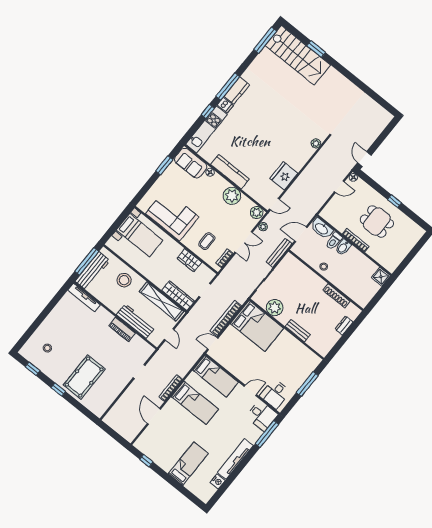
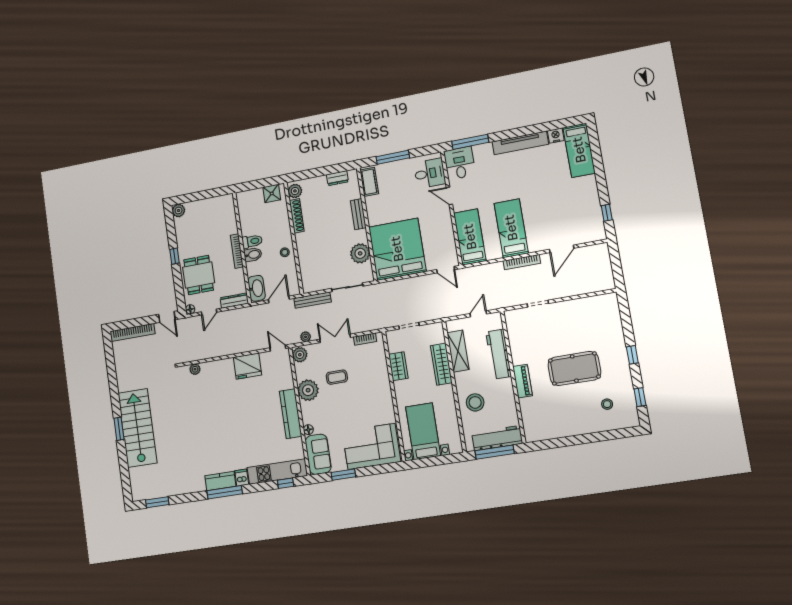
window: (265, 40) -> (157, 502), width x0.69
window: (316, 49) -> (119, 429), moved
stairs: (298, 55) -> (137, 428), moved
window: (208, 111) -> (286, 483), moved
door: (364, 159) -> (167, 317), hinge flipped
door: (339, 187) -> (209, 312), swing flipped
dresser: (329, 208) -> (234, 301), added
corner sofa: (172, 215) -> (371, 446), moved, turned 90
dining table: (377, 222) -> (199, 275), moved
plant: (418, 232) -> (179, 210), added
door: (301, 234) -> (279, 300), swing flipped
coffee table: (207, 241) -> (337, 377), moved
toilet: (334, 241) -> (252, 241), moved
shower: (381, 277) -> (272, 193), moved
wardrobe: (178, 296) -> (441, 364), moved
tv unit: (84, 298) -> (528, 420), removed
shelving: (161, 301) -> (458, 351), width x0.68
plant: (352, 310) -> (295, 191), added
bookcase: (226, 318) -> (132, 332), moved
bed: (257, 326) -> (397, 249), width x1.36
dresser: (344, 326) -> (337, 178), moved
piano: (122, 329) -> (523, 381), moved
cot: (309, 356) -> (369, 182), added
pool table: (84, 377) -> (574, 369), moved
bed: (188, 464) -> (579, 150), moved, turned -90

